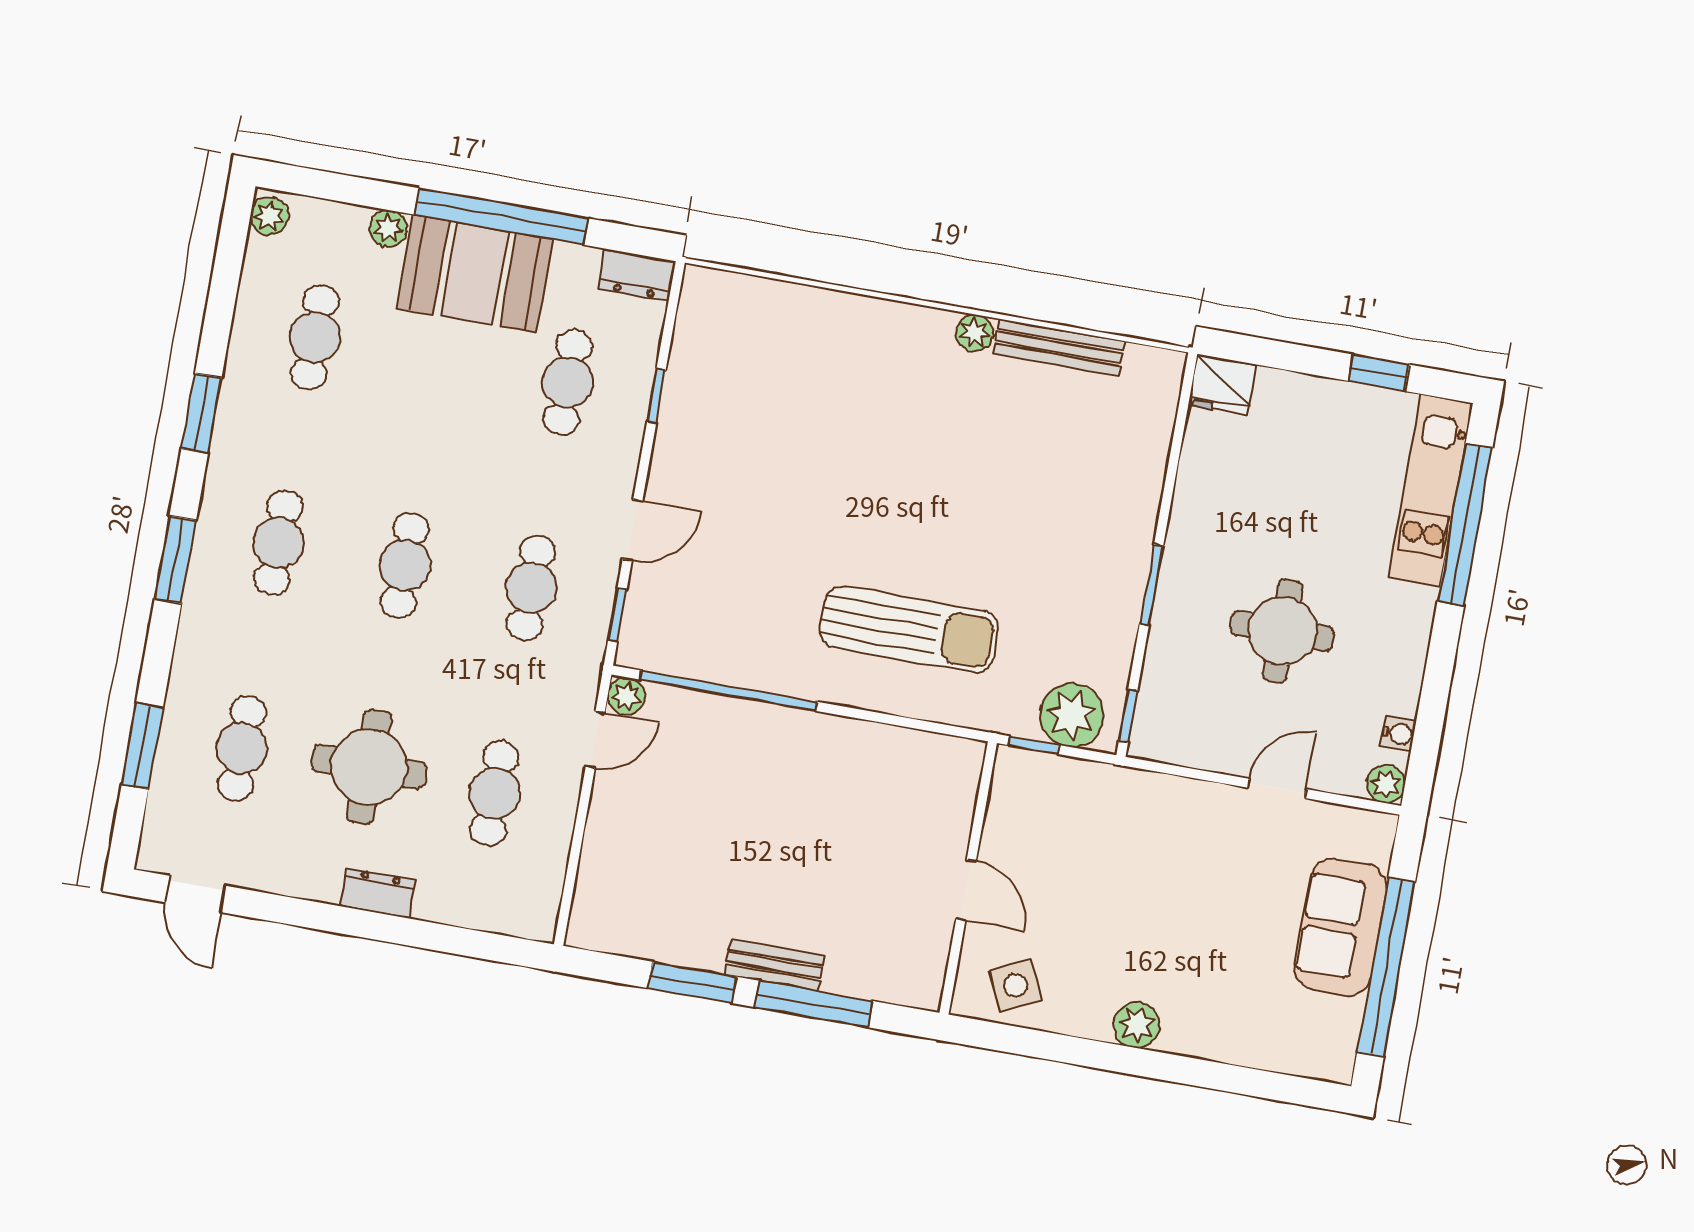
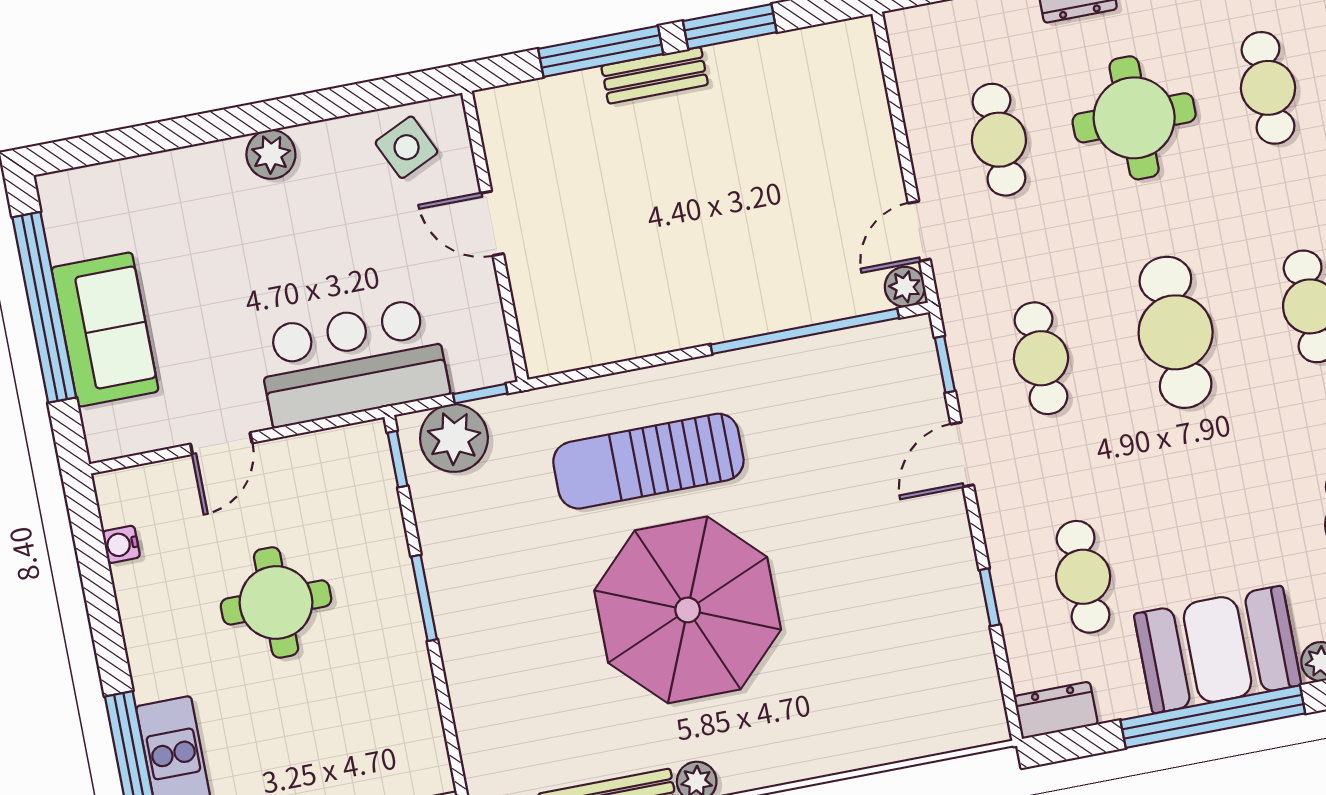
parasol: (925, 486) -> (688, 610), added
cafe table: (405, 565) -> (1176, 332), width x1.37, depth x1.35
plant: (1386, 784) -> (115, 490), removed
bar counter: (1135, 815) -> (353, 362), added

